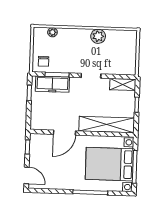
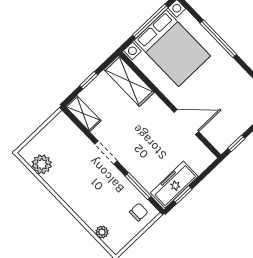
plant: (98, 36) -> (42, 164), moved
freezer: (52, 84) -> (174, 185), moved, turned -90
shelving: (107, 125) -> (129, 81), width x0.68

